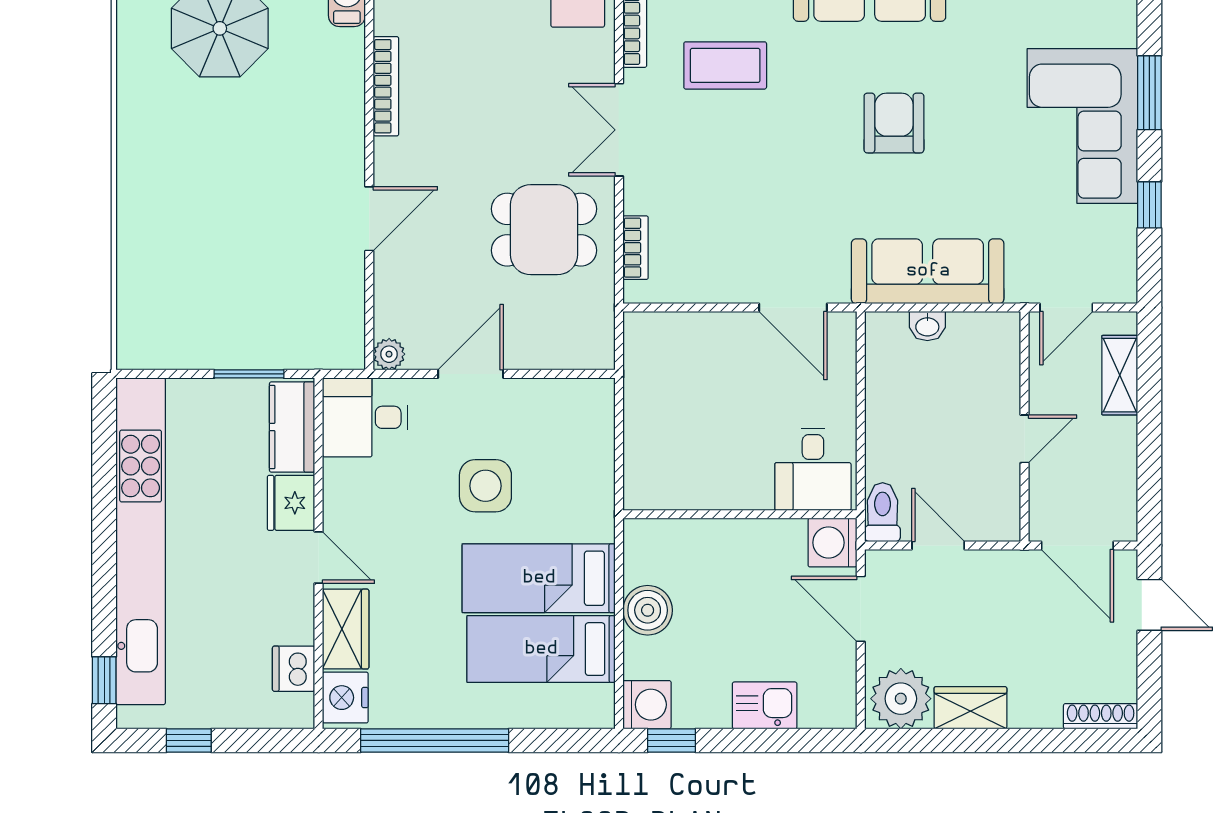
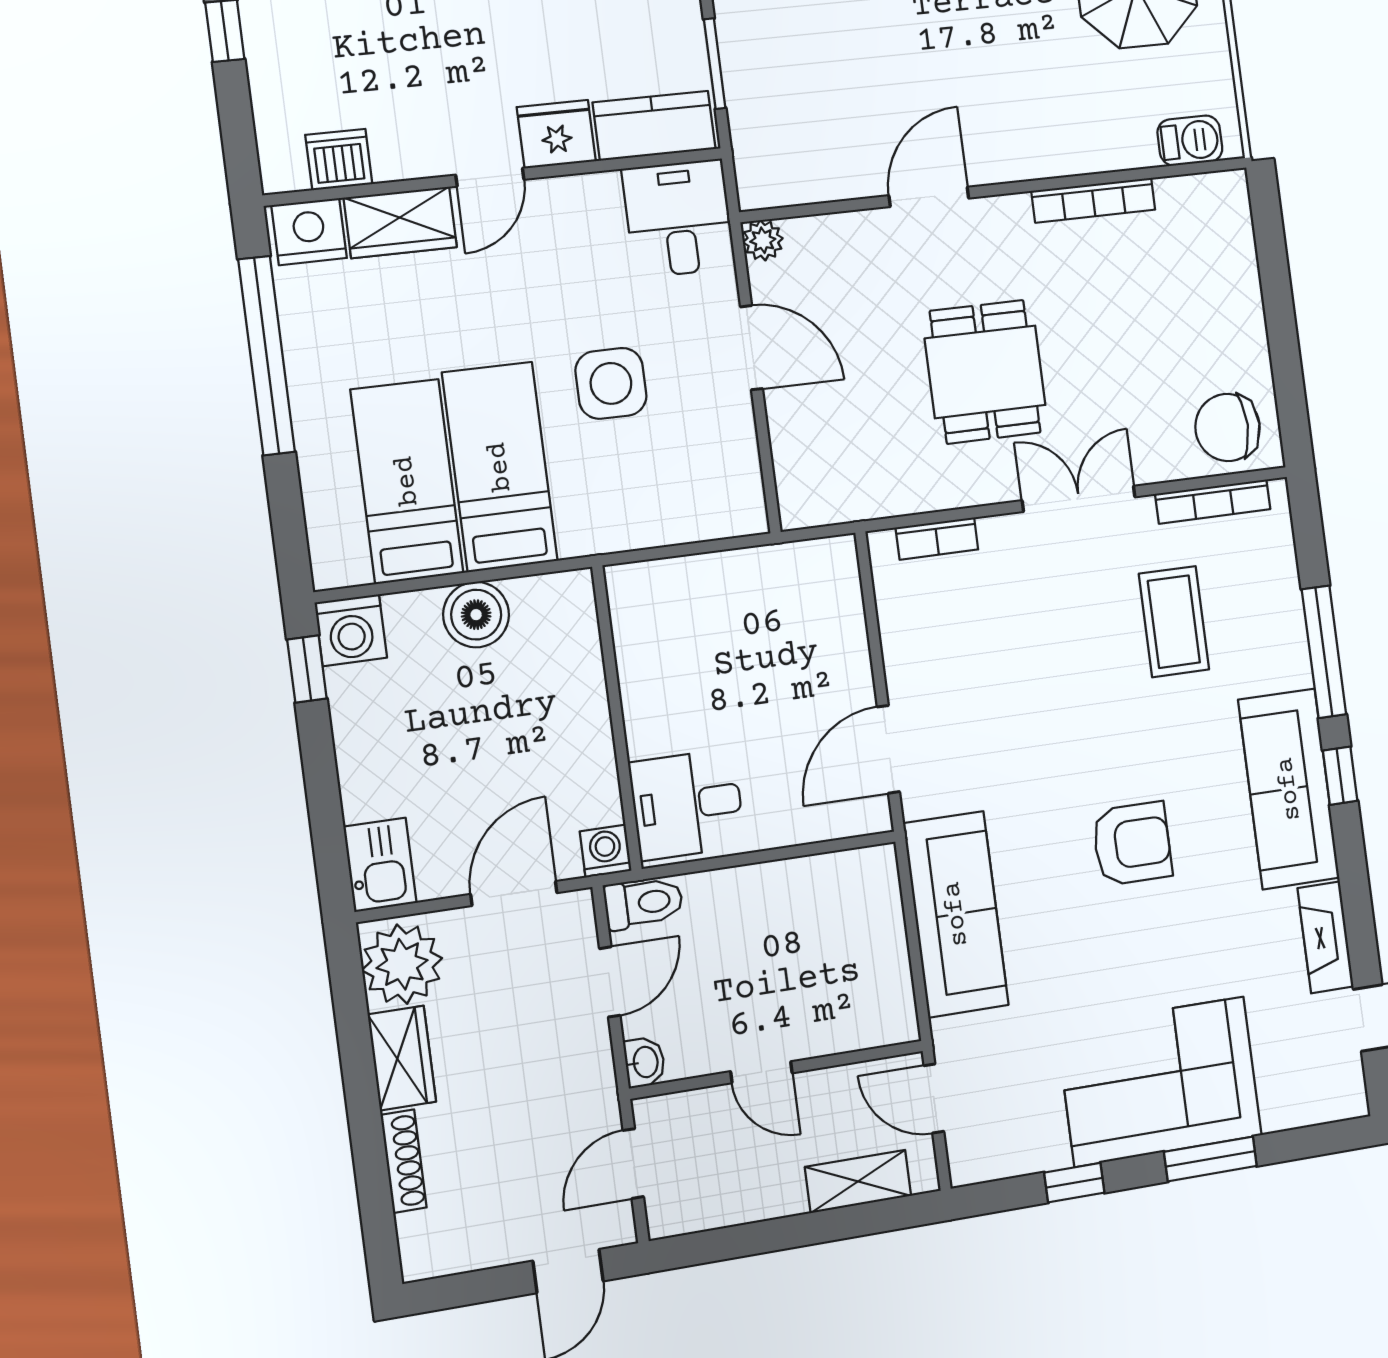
door: (369, 219) -> (929, 197), swing flipped
dining table: (544, 230) -> (985, 372), moved
washbasin: (927, 326) -> (645, 1062), moved, turned 180
washing machine: (832, 543) -> (606, 851), width x0.73, depth x0.73
door: (1077, 545) -> (633, 1164), width x0.73
kitchen sink: (765, 705) -> (380, 865), moved
shoe rack: (1101, 716) -> (404, 1161), moved

